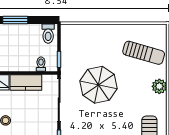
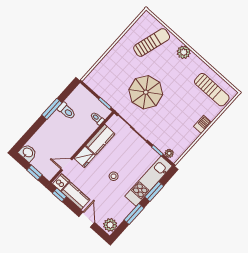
toilet: (48, 34) -> (67, 111), moved

